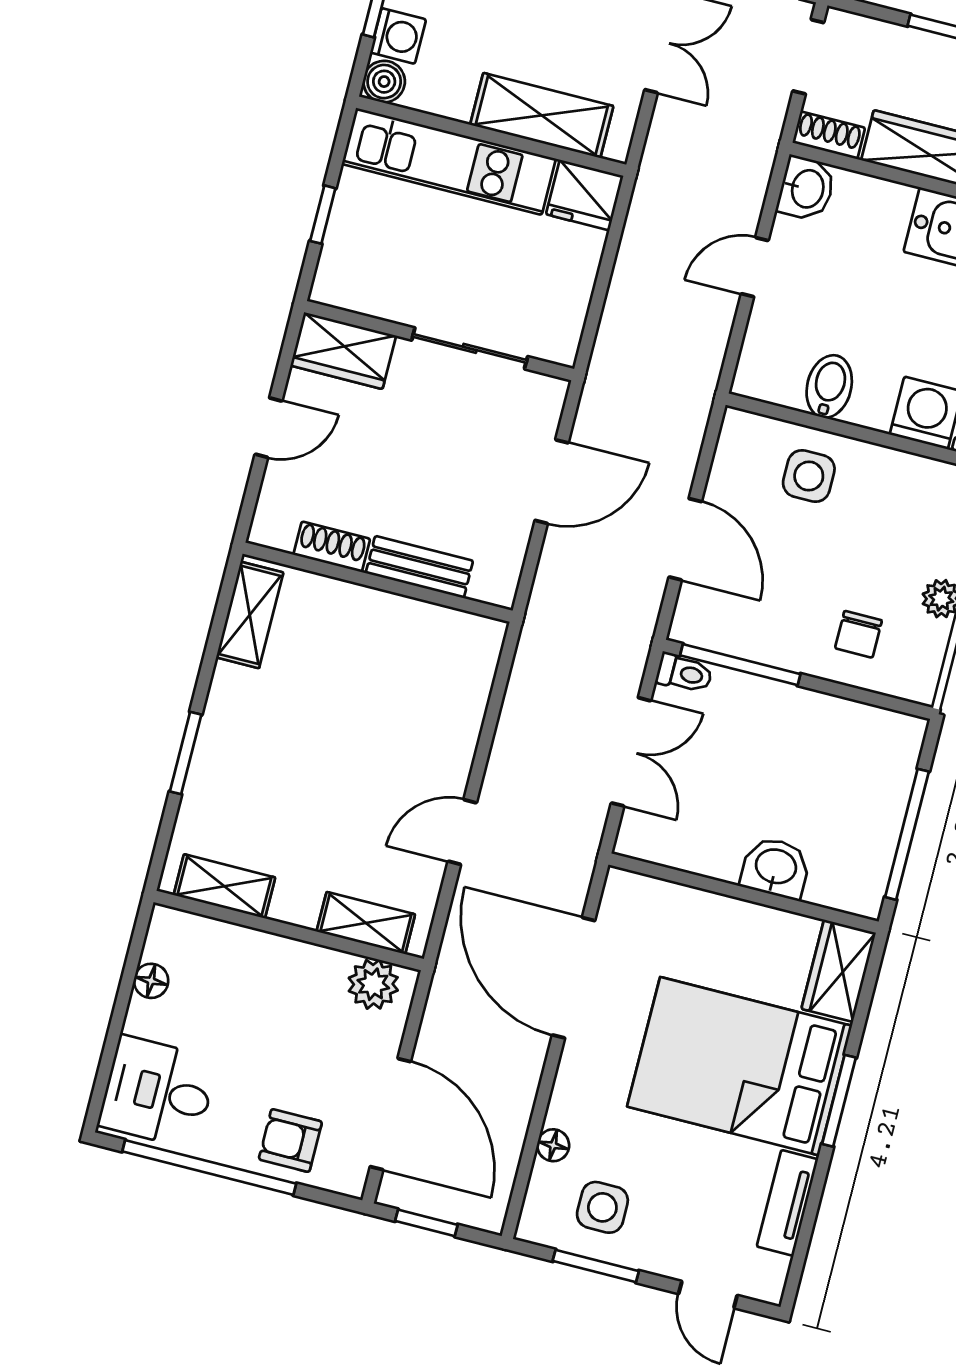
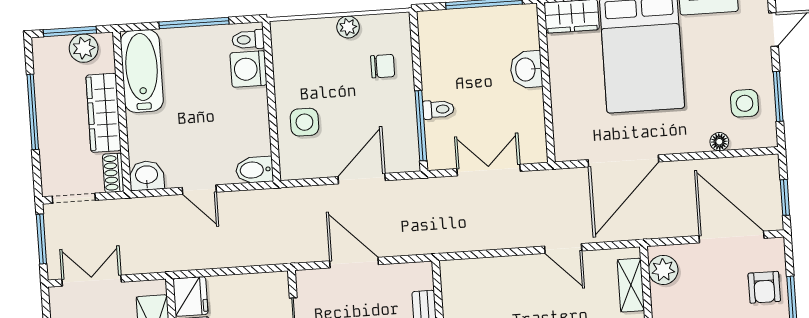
bidet: (829, 386) -> (254, 170), moved
toilet: (684, 673) -> (438, 109), moved, turned 90
door: (390, 1114) -> (732, 237), hinge flipped

